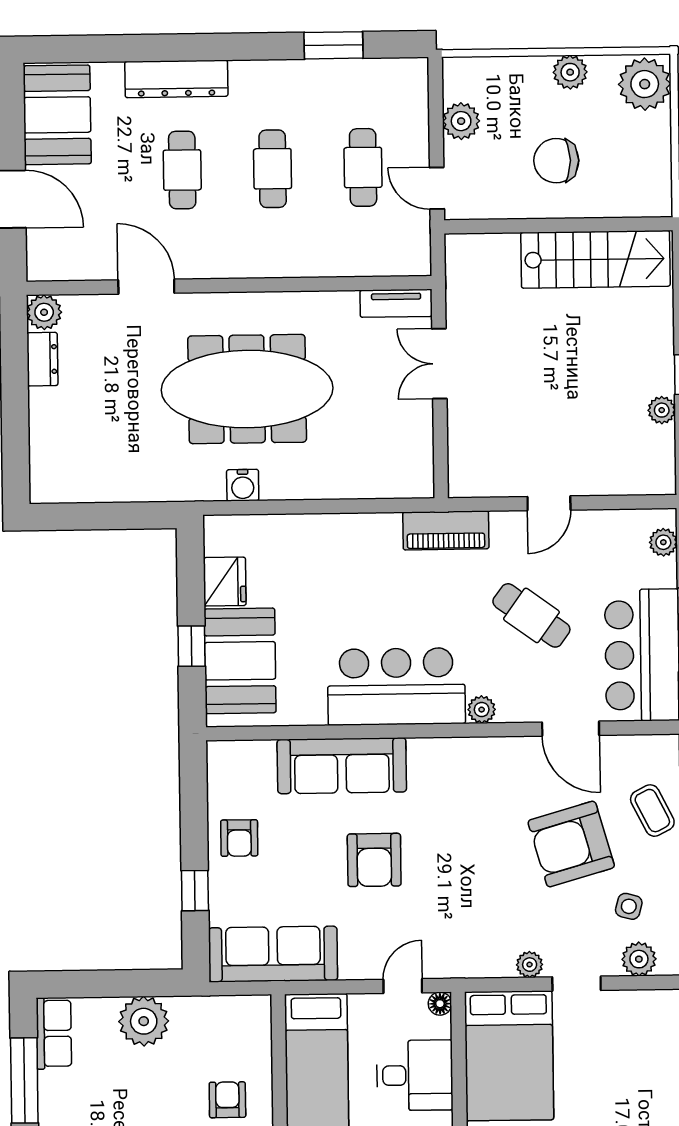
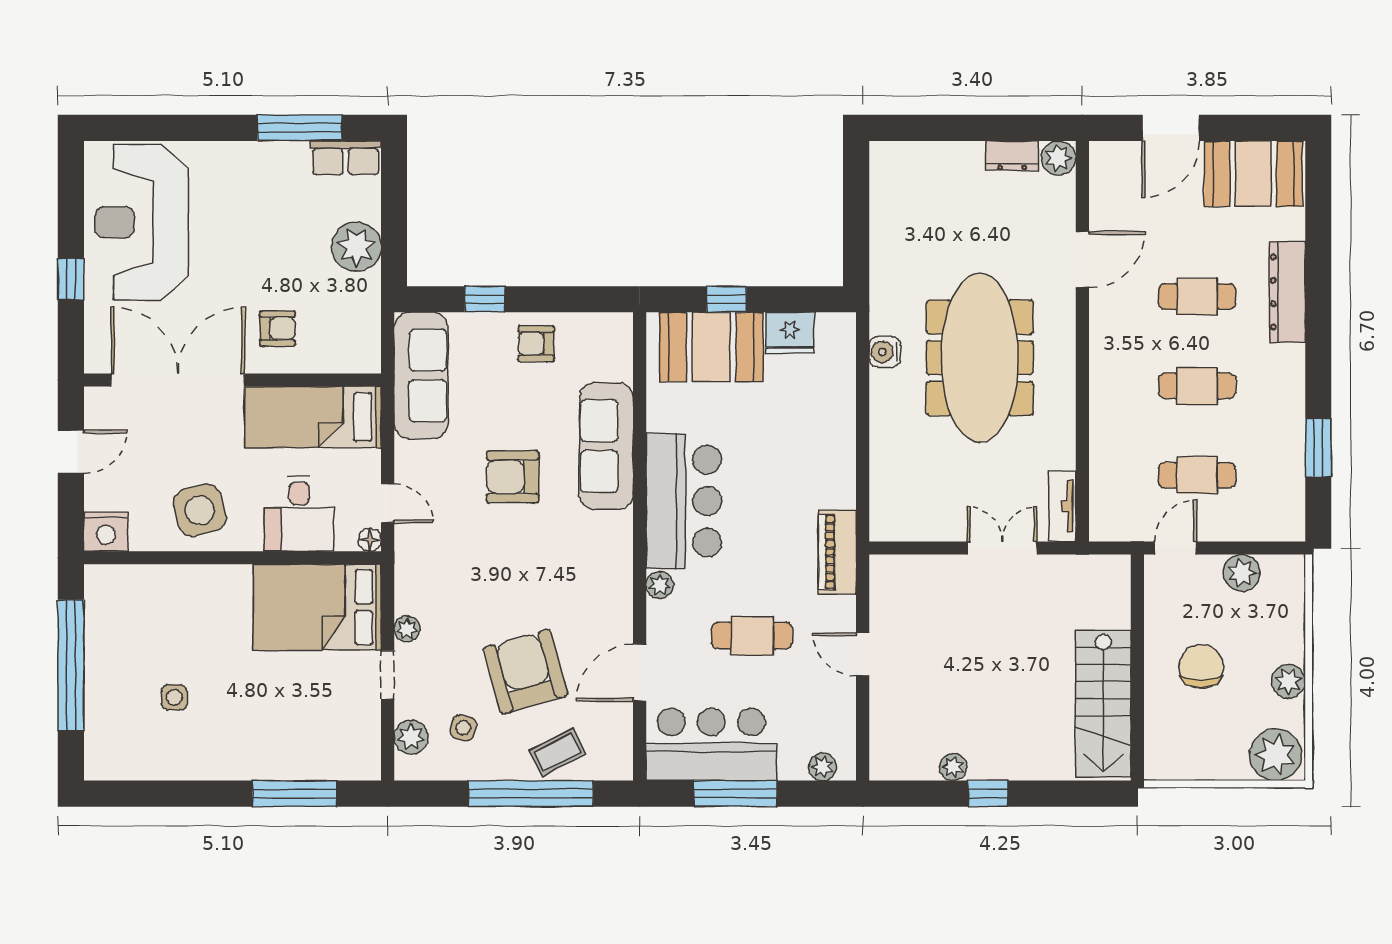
cafe table: (531, 615) -> (752, 636), turned 54

